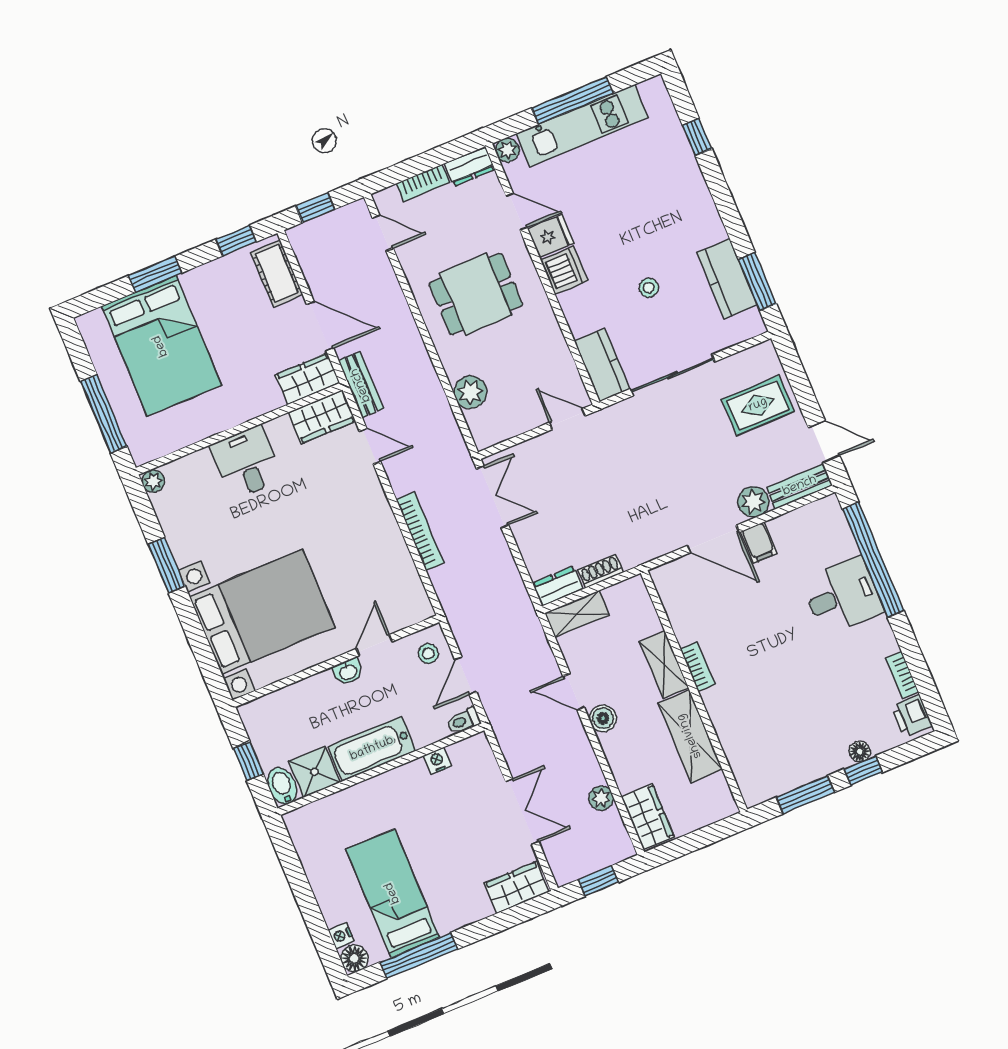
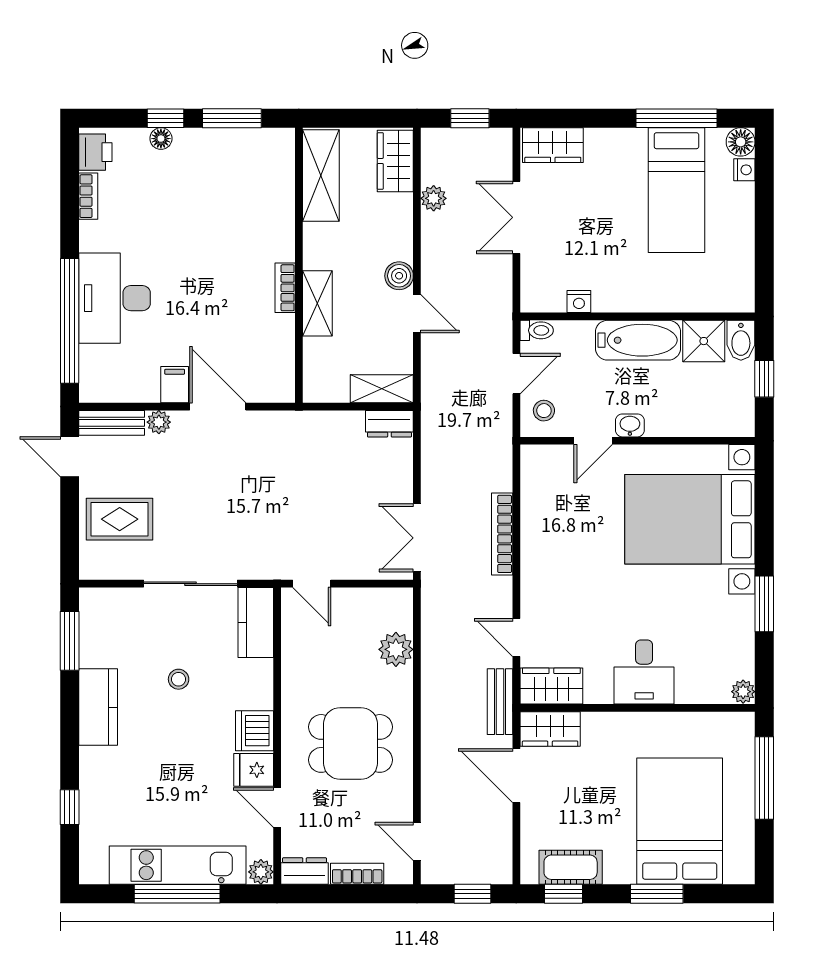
cot: (277, 273) -> (571, 867), moved, turned 90
kitchen counter: (727, 279) -> (98, 707), moved
plant: (753, 502) -> (159, 422), width x0.73, depth x0.73
shoe rack: (601, 571) -> (341, 421), removed
desk: (842, 596) -> (115, 298), width x1.37
shelving: (690, 736) -> (321, 176), moved

